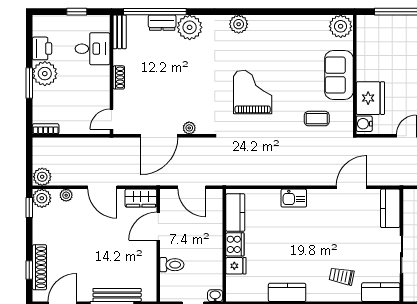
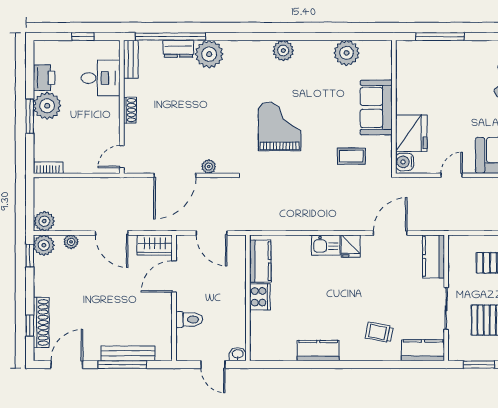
plant: (239, 24) -> (283, 51), moved
plant: (341, 26) -> (347, 53), moved
fridge: (236, 266) -> (351, 246), moved, turned 90

